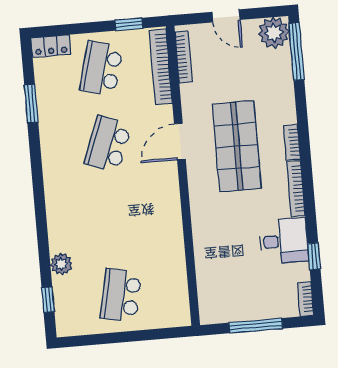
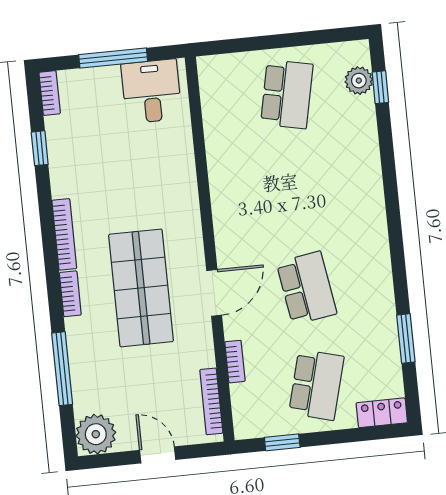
window: (296, 51) -> (62, 369), moved
bookcase: (161, 67) -> (235, 362), width x0.43, depth x0.76
school desk: (108, 144) -> (307, 288), turned -30
desk: (284, 241) -> (151, 91), moved, turned 90
plant: (61, 264) -> (359, 81), moved

